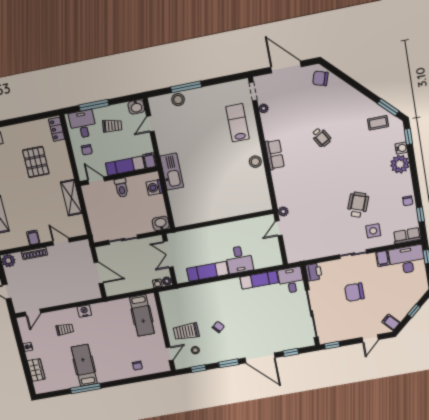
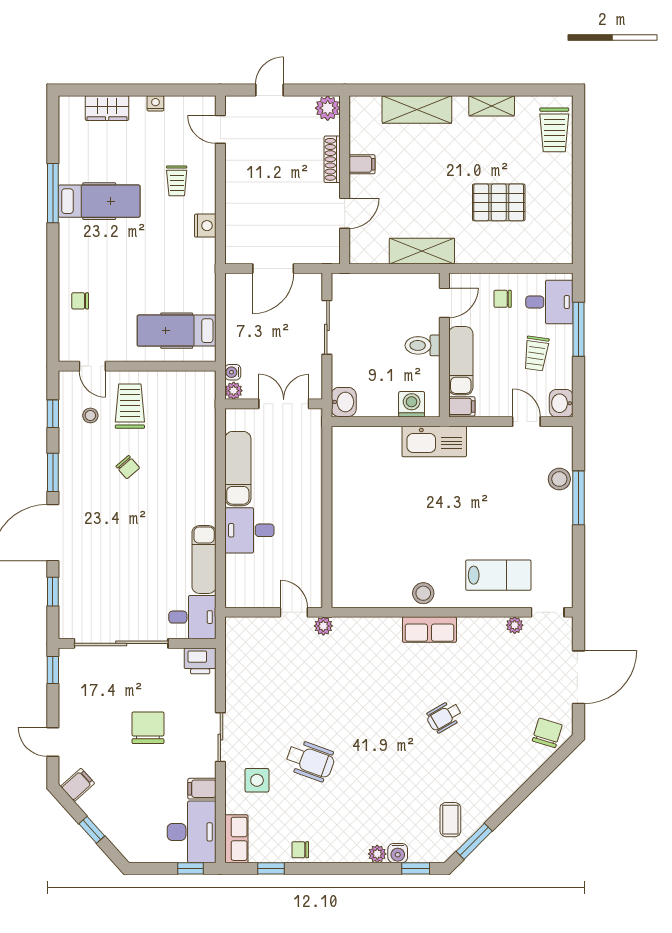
locker: (57, 129) -> (550, 254), removed
plant: (400, 164) -> (377, 854), width x0.53, depth x0.53

